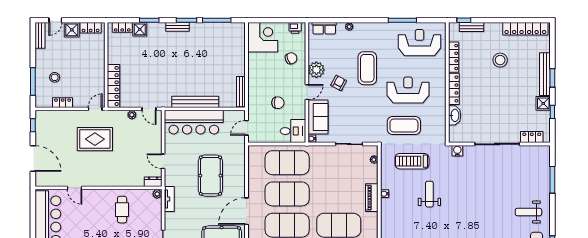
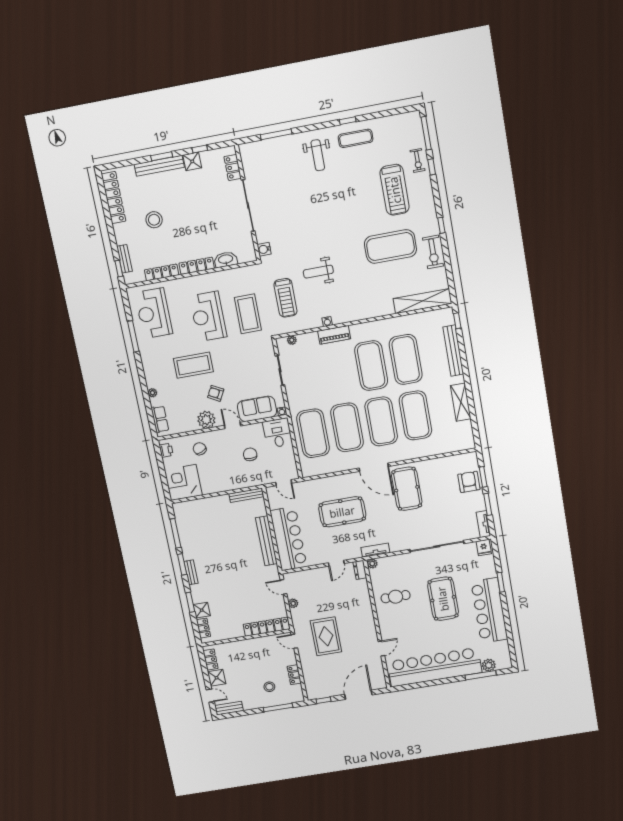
door: (149, 109) -> (283, 587), swing flipped

